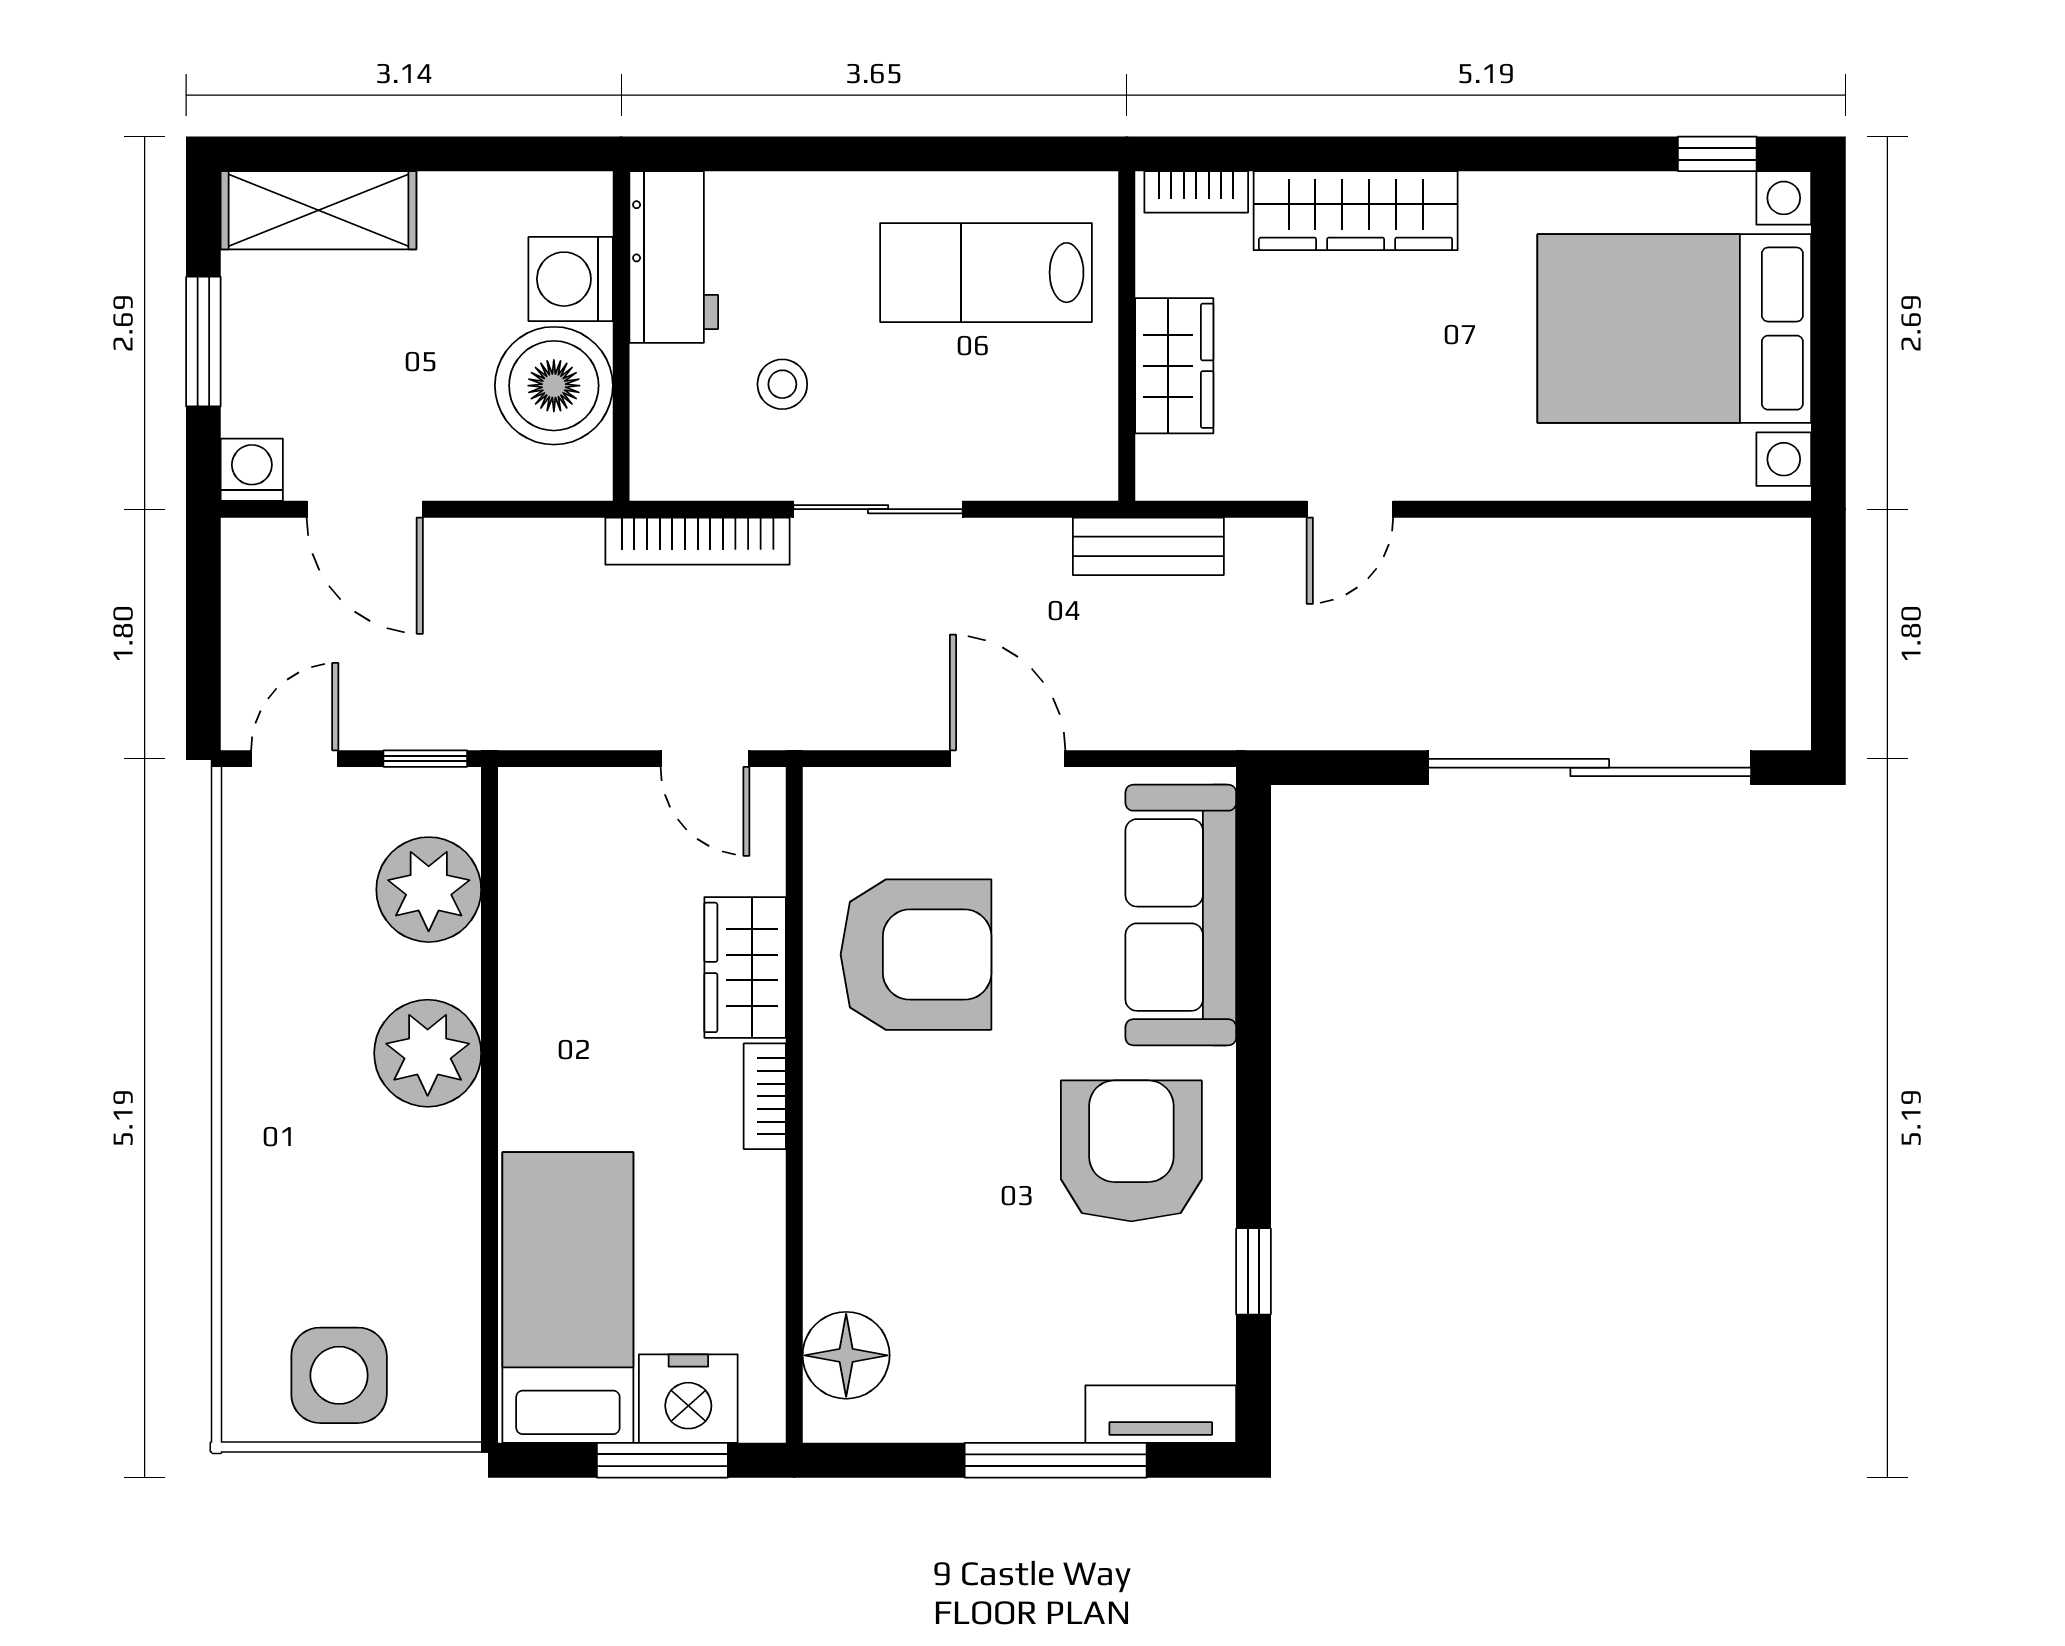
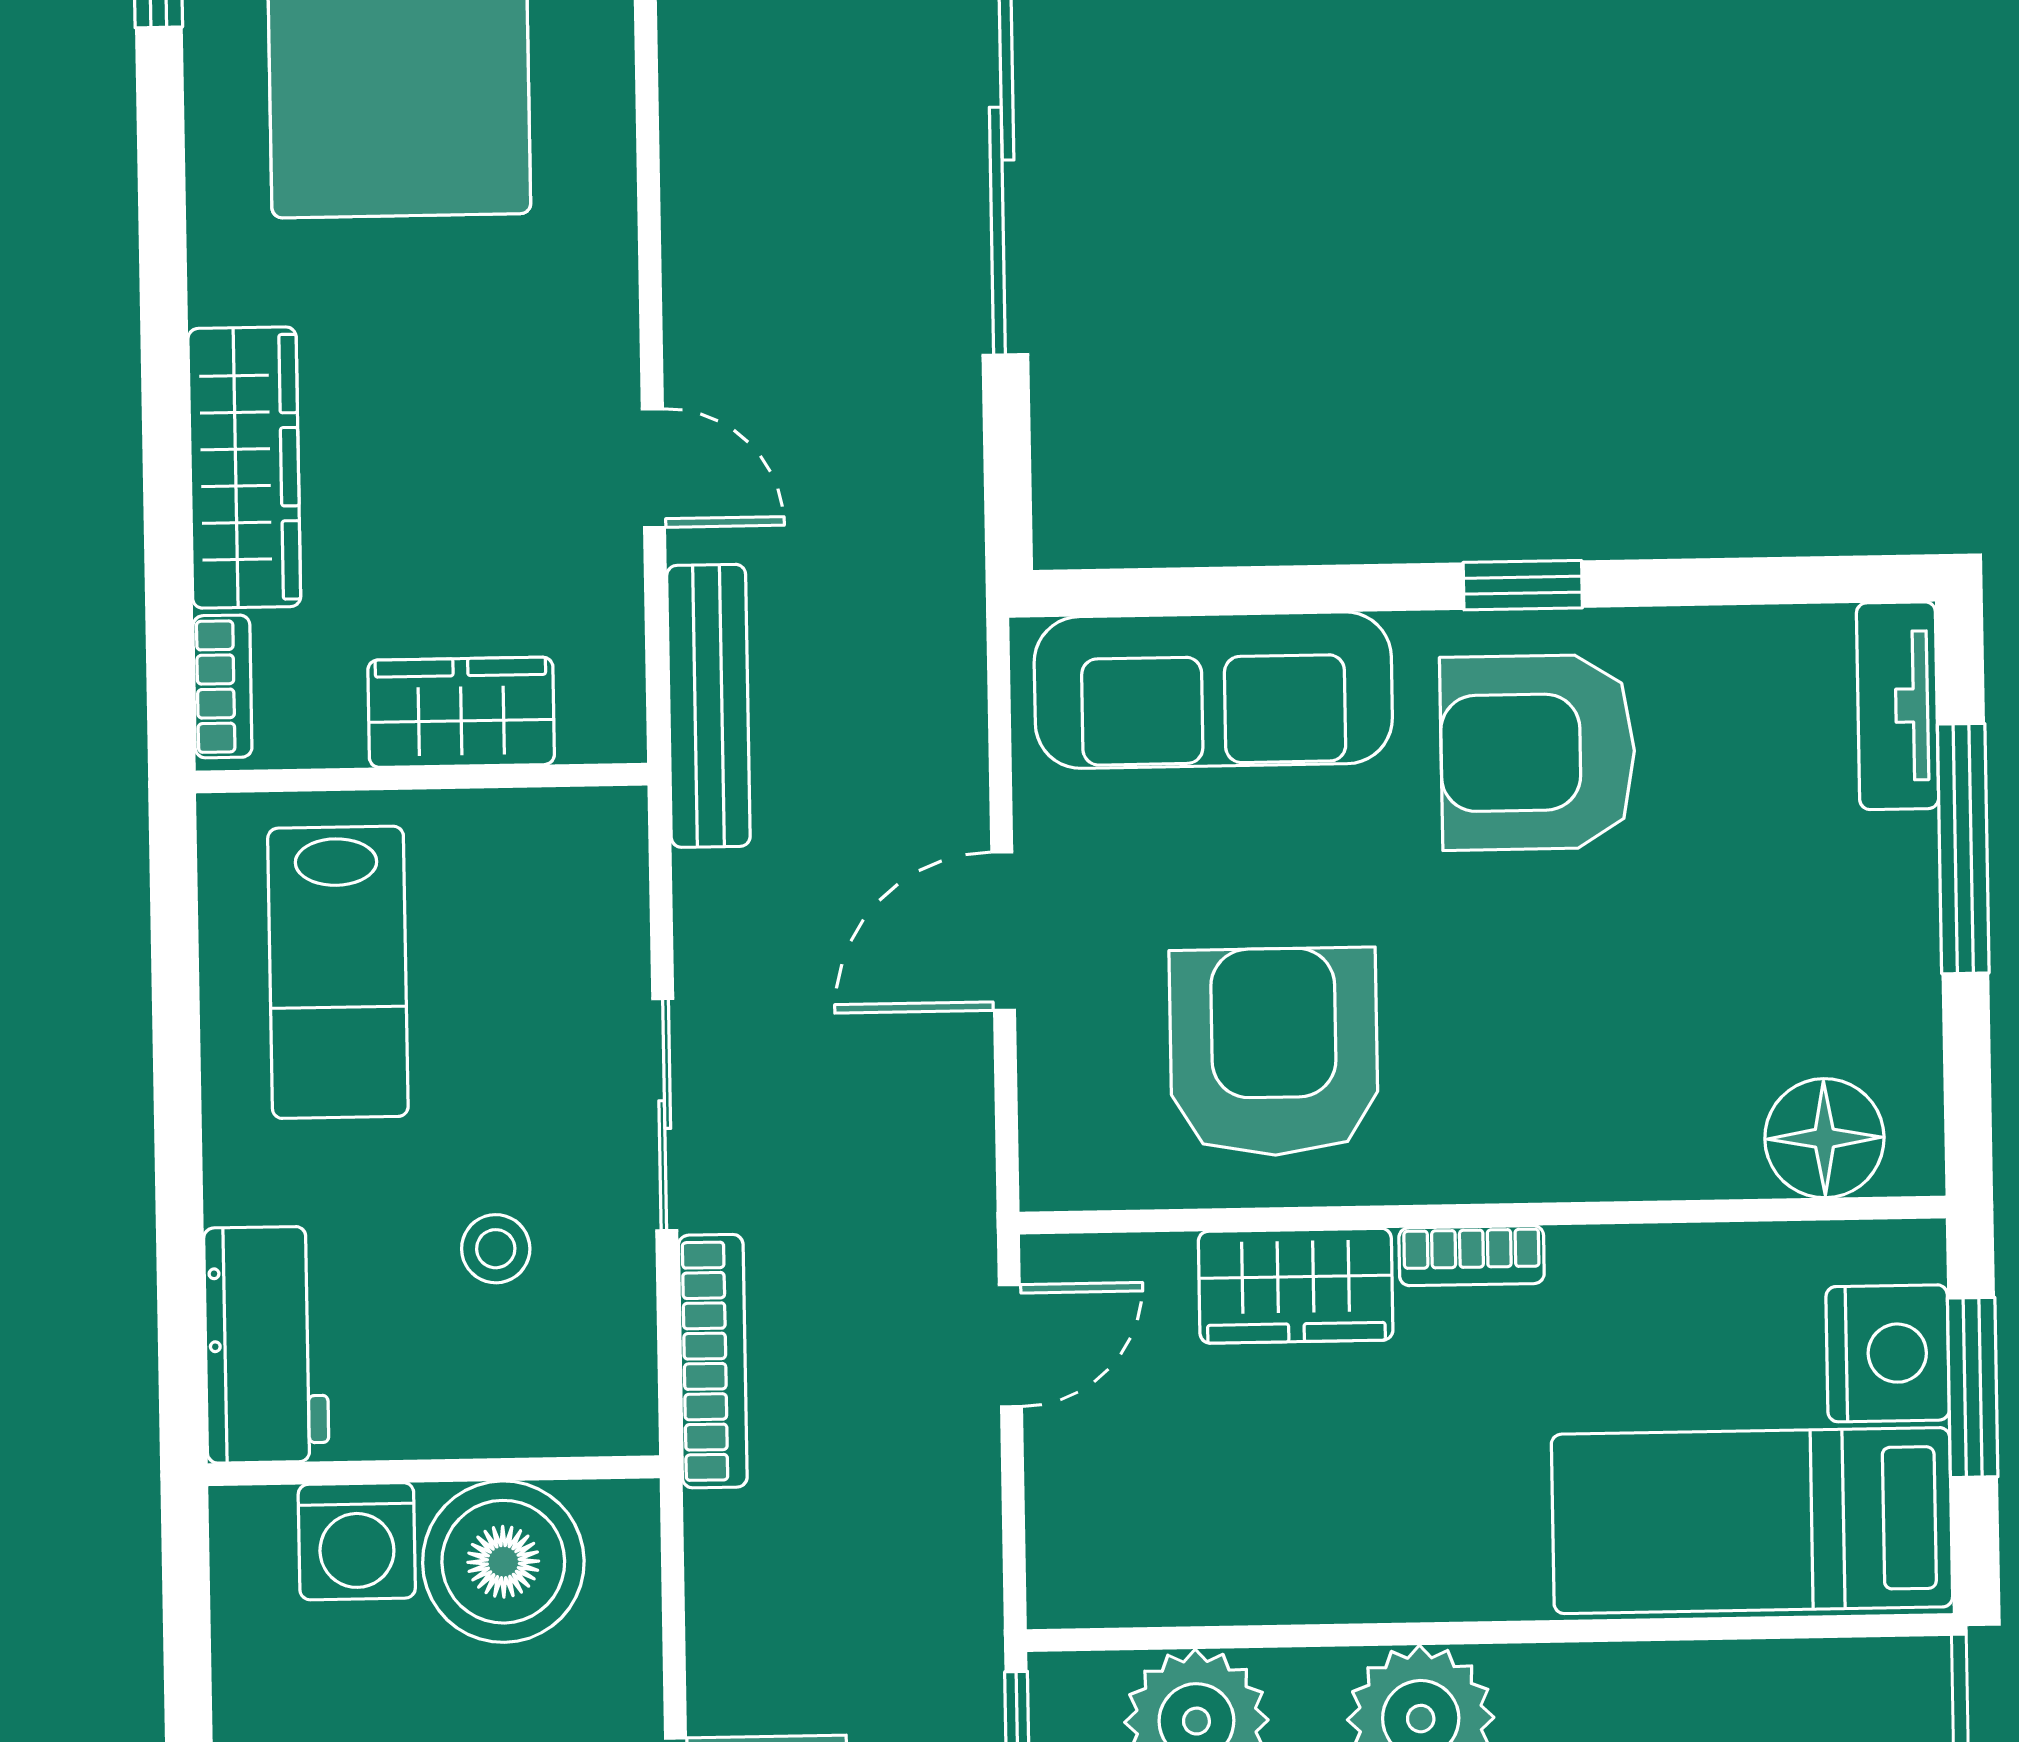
workbench: (674, 257) -> (266, 1345), moved, turned 90
bench: (1148, 546) -> (708, 706), width x1.36
window: (1254, 1271) -> (1523, 585), moved

